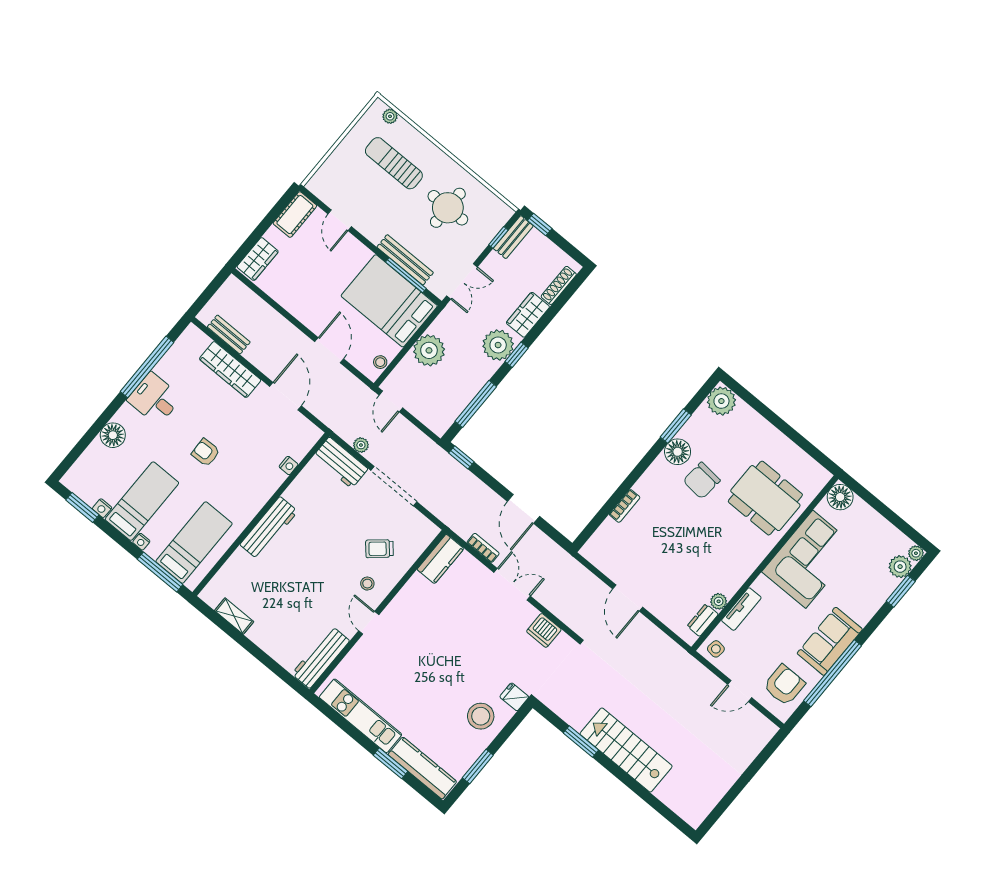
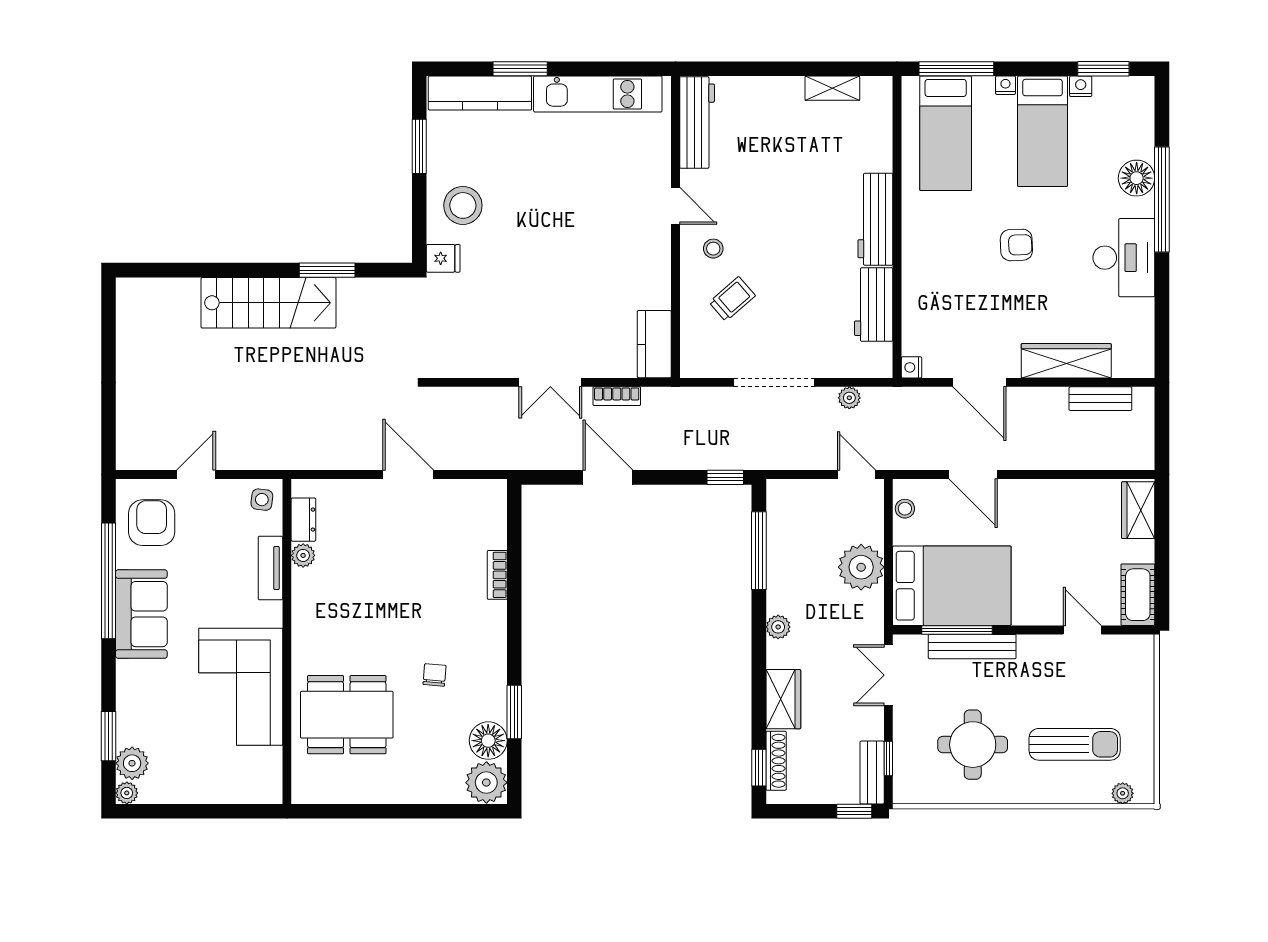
plant: (498, 345) -> (778, 627), width x0.53, depth x0.53
window: (517, 355) -> (759, 768), moved
window: (147, 367) -> (1162, 199), moved
desk: (154, 399) -> (1124, 258), width x1.37
floor lamp: (678, 452) -> (488, 741), moved
workbench: (341, 463) -> (874, 305), moved, turned -90
nightstand: (289, 466) -> (911, 367), moved
chair: (702, 481) -> (435, 675), width x0.54, depth x0.54
floor lamp: (840, 497) -> (264, 785), removed
dishwasher: (544, 630) -> (472, 360), removed
armchair: (784, 685) -> (152, 523), turned 180

